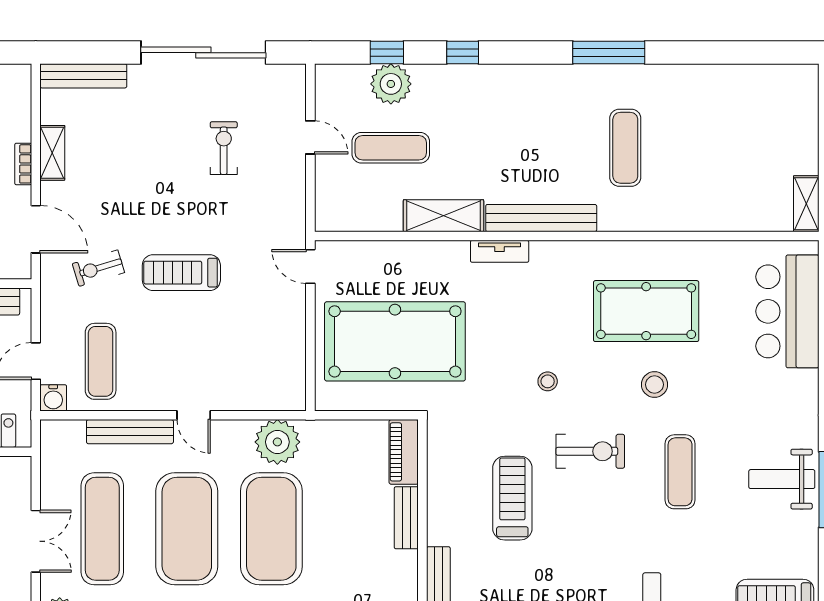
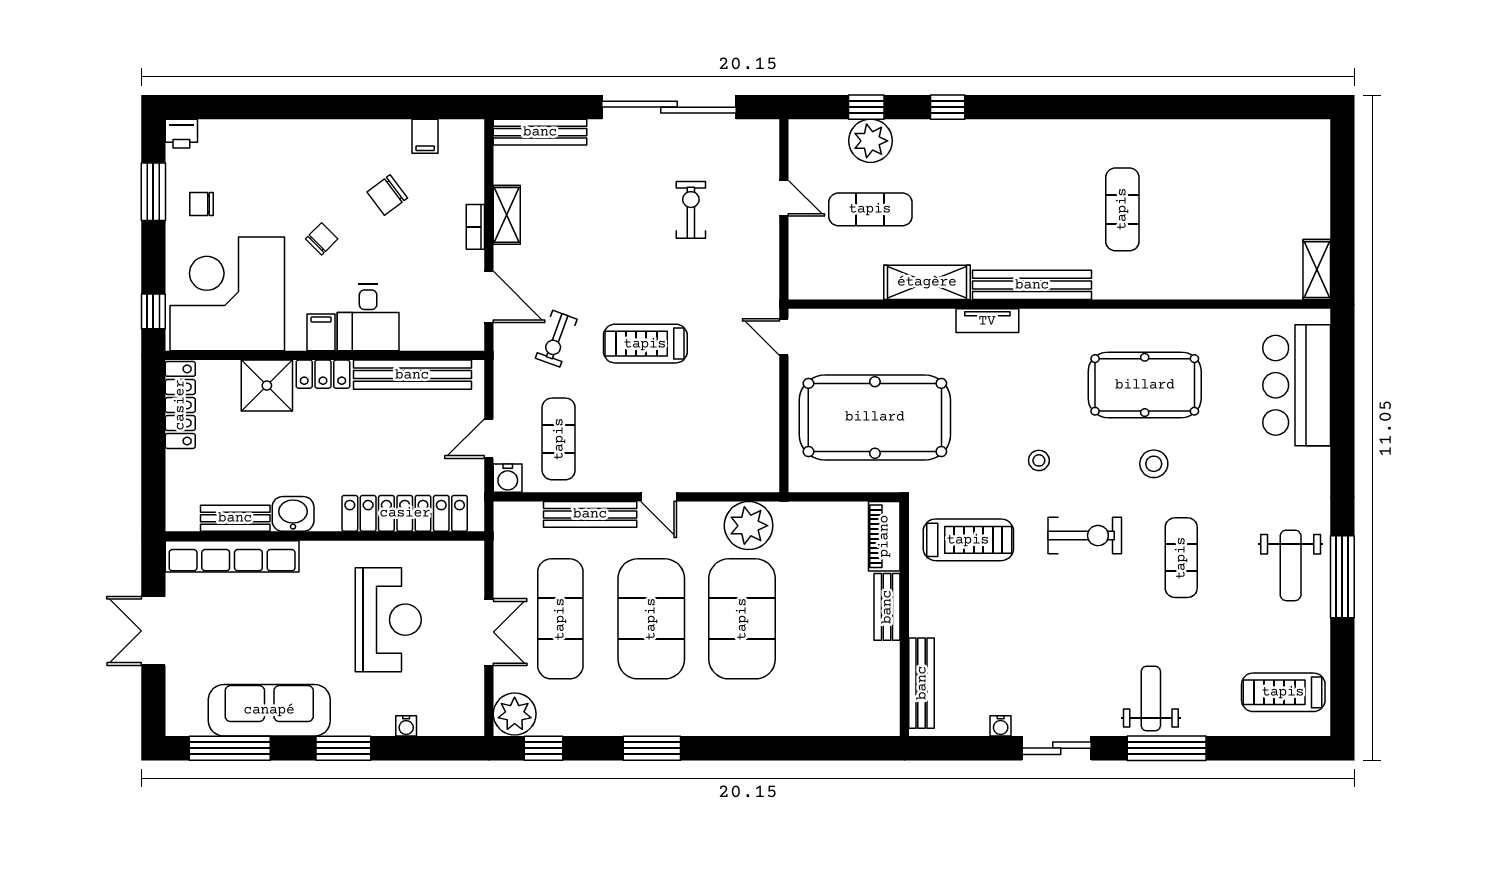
window: (609, 53) -> (1105, 107), removed
exercise bike: (98, 268) -> (556, 339), turned -53
weight bench: (782, 479) -> (1291, 565), turned -90
treadmill: (512, 498) -> (968, 540), moved, turned 90

